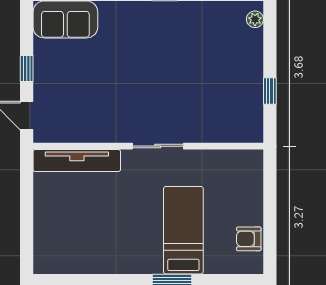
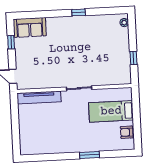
window: (27, 68) -> (11, 42), moved
bed: (183, 230) -> (111, 111), moved, turned -90

